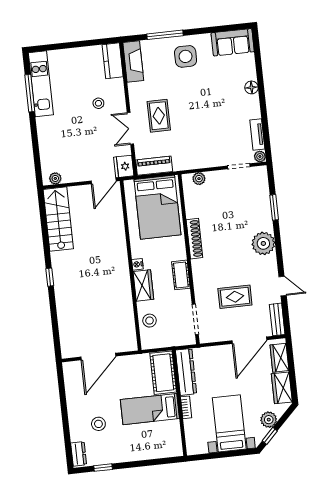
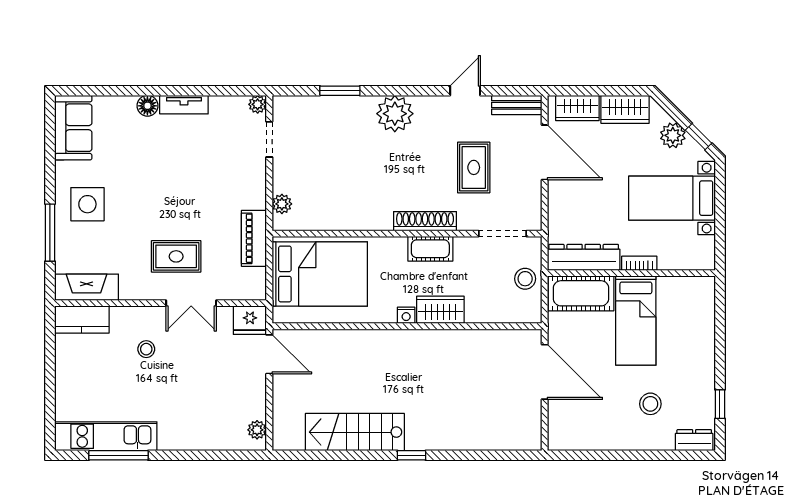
tv unit: (257, 134) -> (184, 105), moved
piano: (154, 166) -> (254, 238), moved
stairs: (58, 219) -> (355, 432), moved
shoe rack: (194, 239) -> (425, 221), moved
stool: (150, 321) -> (525, 279), moved
door: (98, 357) -> (545, 372), moved

